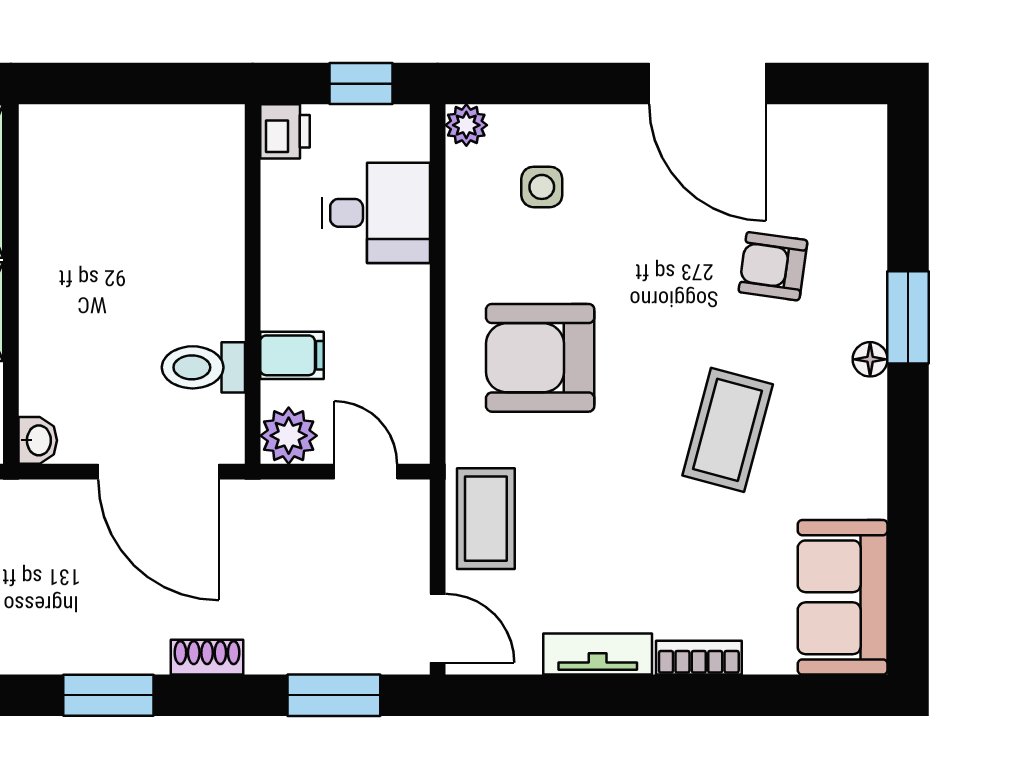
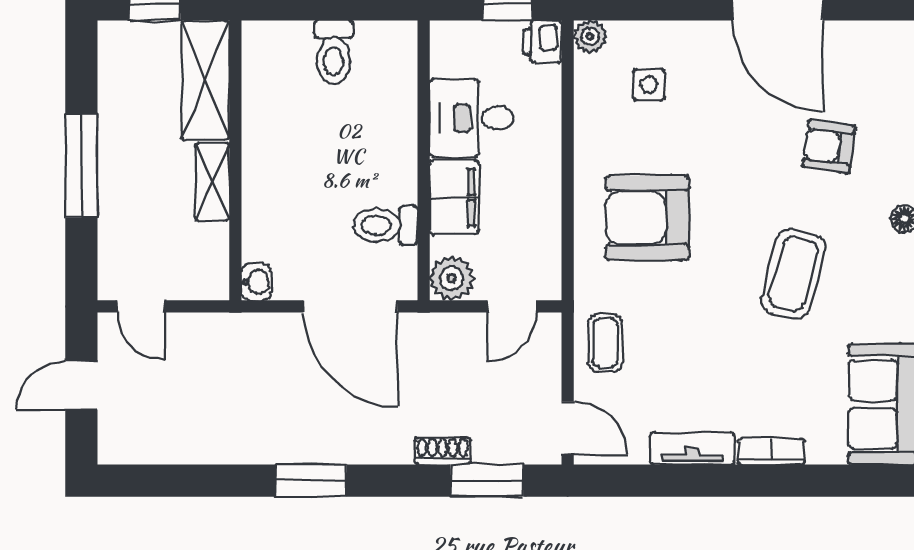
printer: (285, 131) -> (542, 41), moved, turned 180
toilet: (137, 145) -> (334, 52), added
desk: (376, 213) -> (472, 118), moved, turned 180
filing cabinet: (292, 355) -> (454, 197), width x2.00
door: (366, 472) -> (512, 306), swing flipped
coffee table: (486, 519) -> (605, 343), width x0.73, depth x0.77
shoe rack: (207, 657) -> (443, 451), moved

